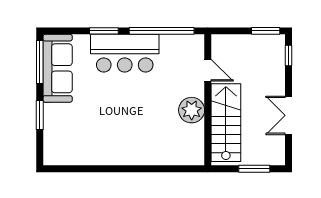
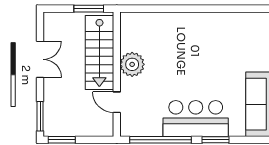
window: (288, 56) -> (40, 116), width x1.50
window: (254, 169) -> (89, 9), moved

